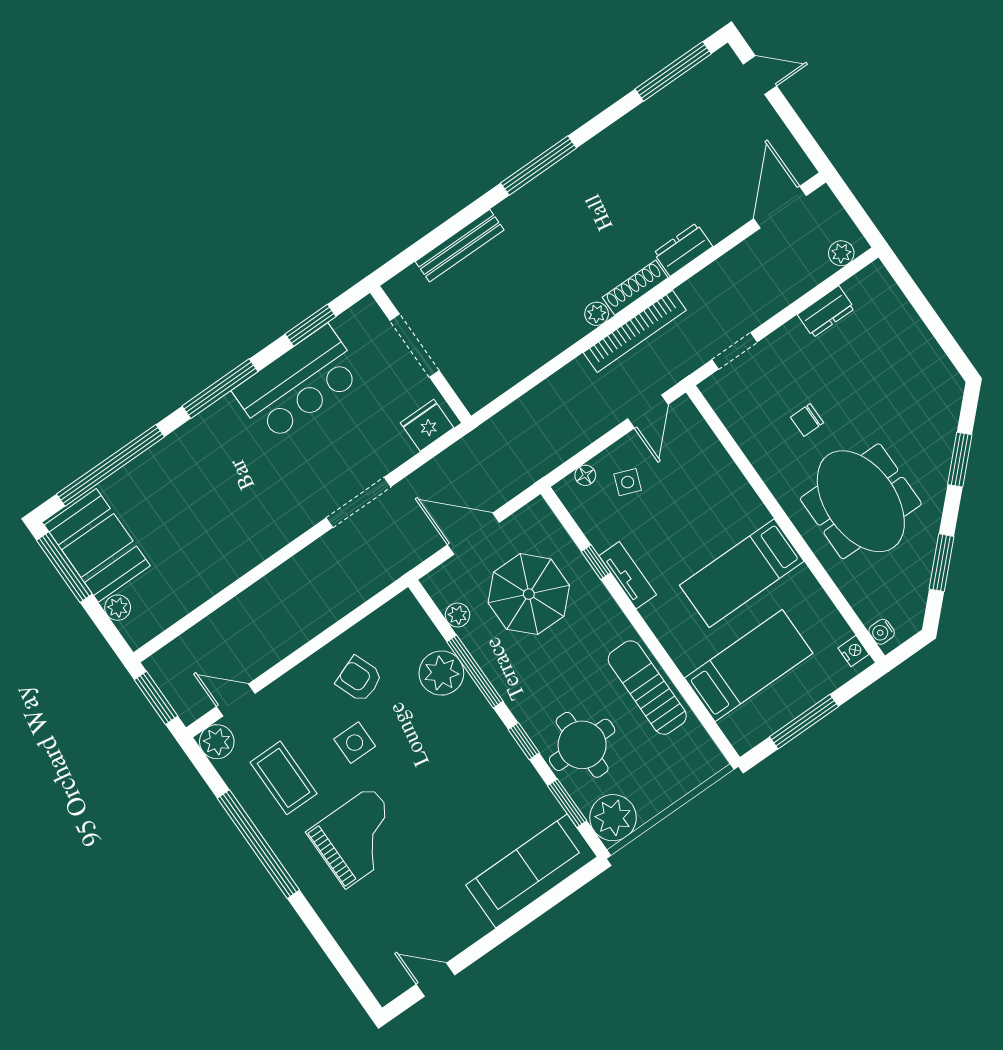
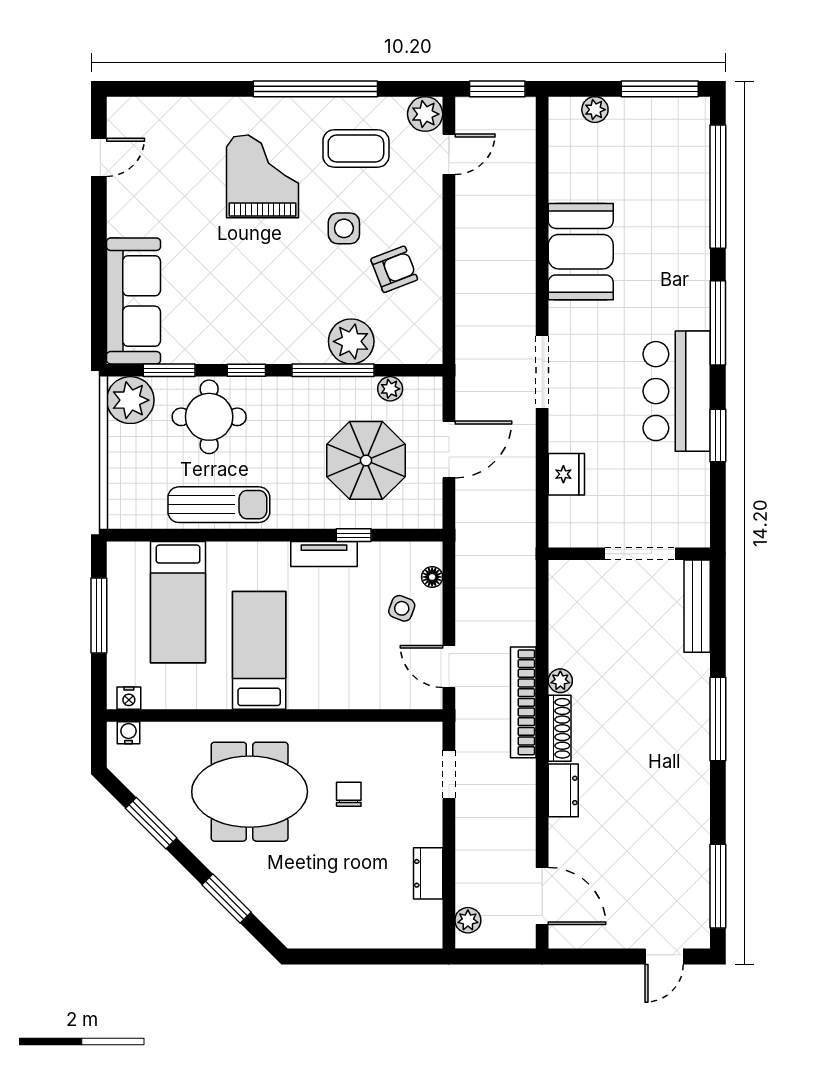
doorway: (414, 346) -> (640, 554), moved
wall: (421, 354) -> (629, 554), moved
booth: (97, 545) -> (581, 252), moved, turned 90
grand piano: (359, 837) -> (263, 176), turned 180

